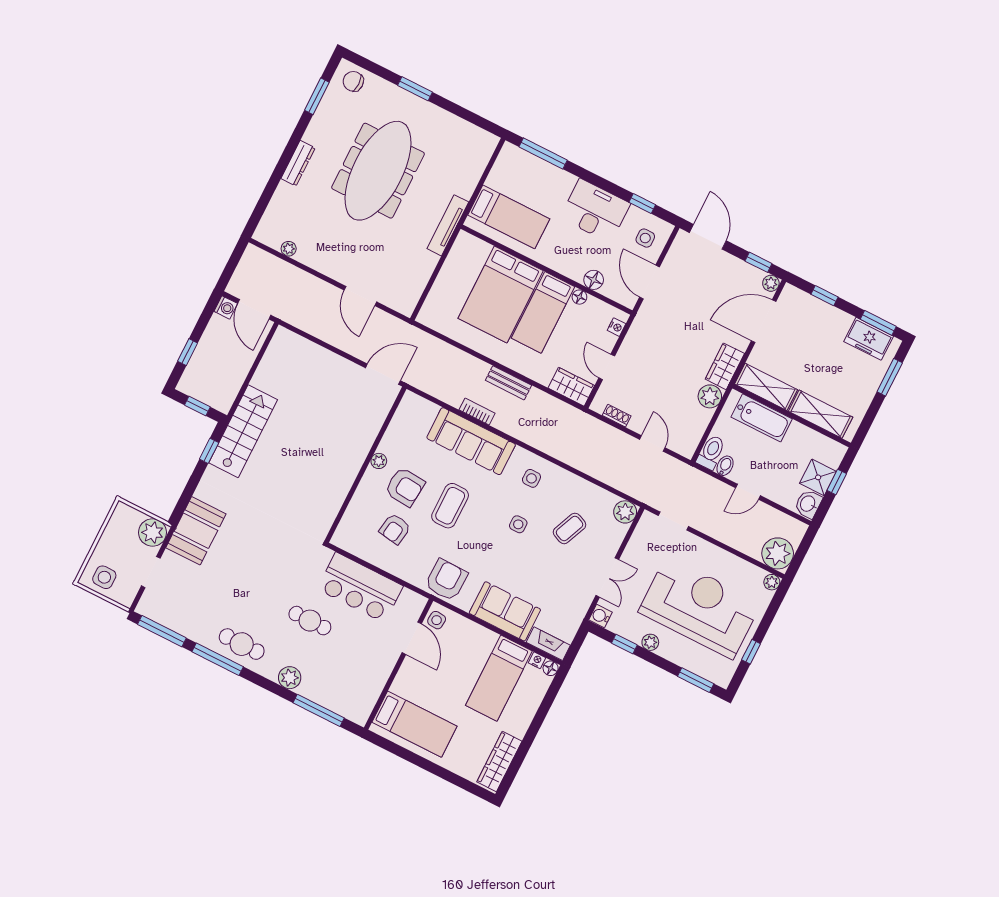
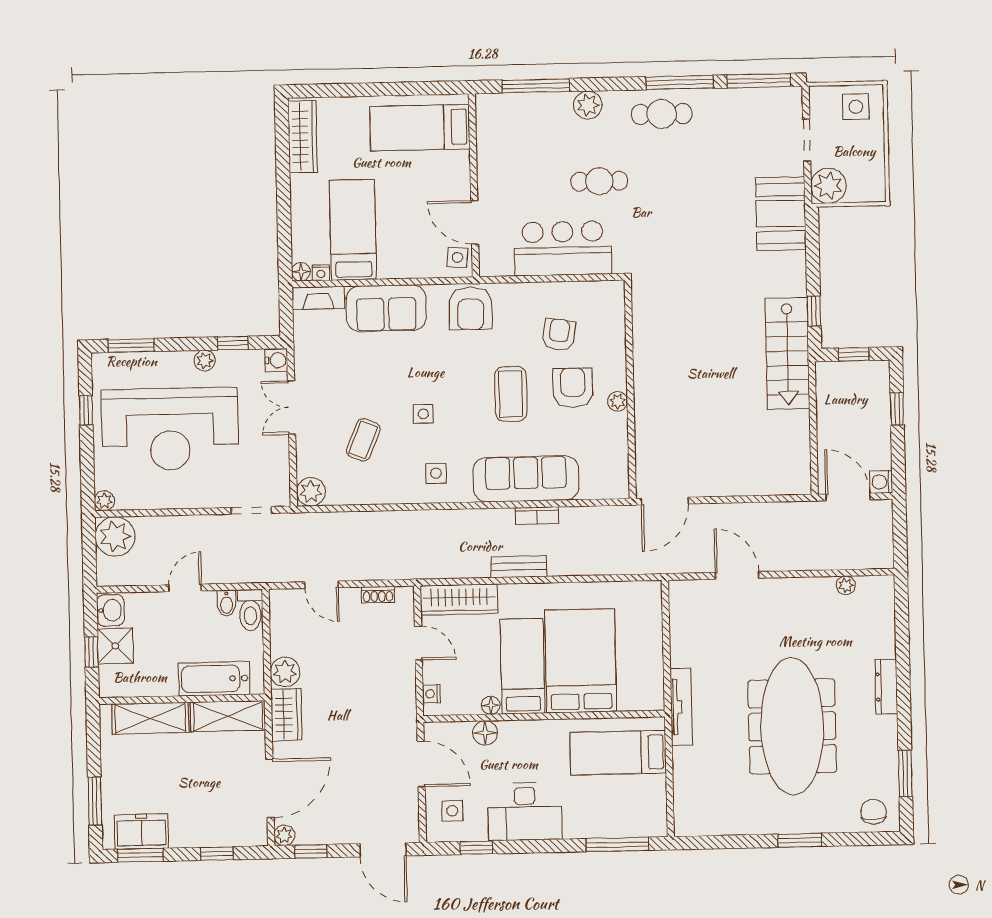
chair: (353, 81) -> (873, 812), turned -90
wardrobe: (571, 387) -> (459, 600), width x1.50
armchair: (405, 487) -> (573, 388), turned 85

